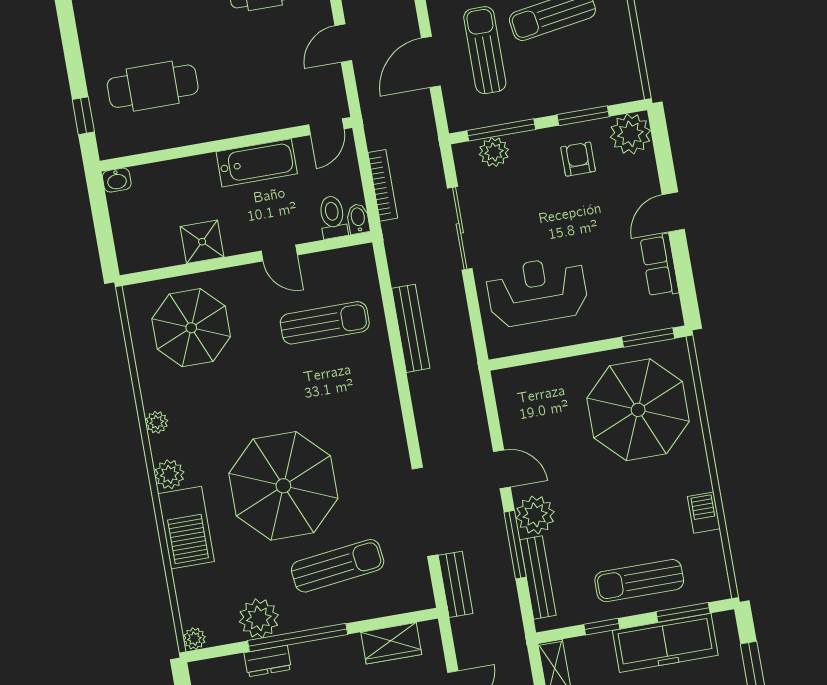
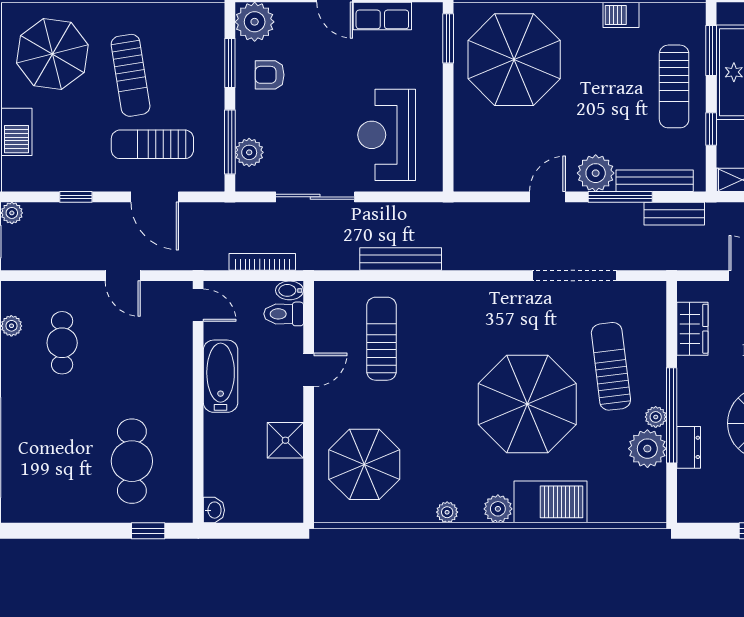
bench: (456, 584) -> (674, 214), moved
plant: (194, 639) -> (656, 417), moved

